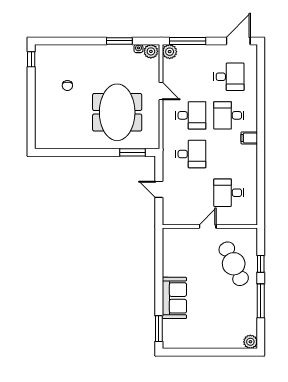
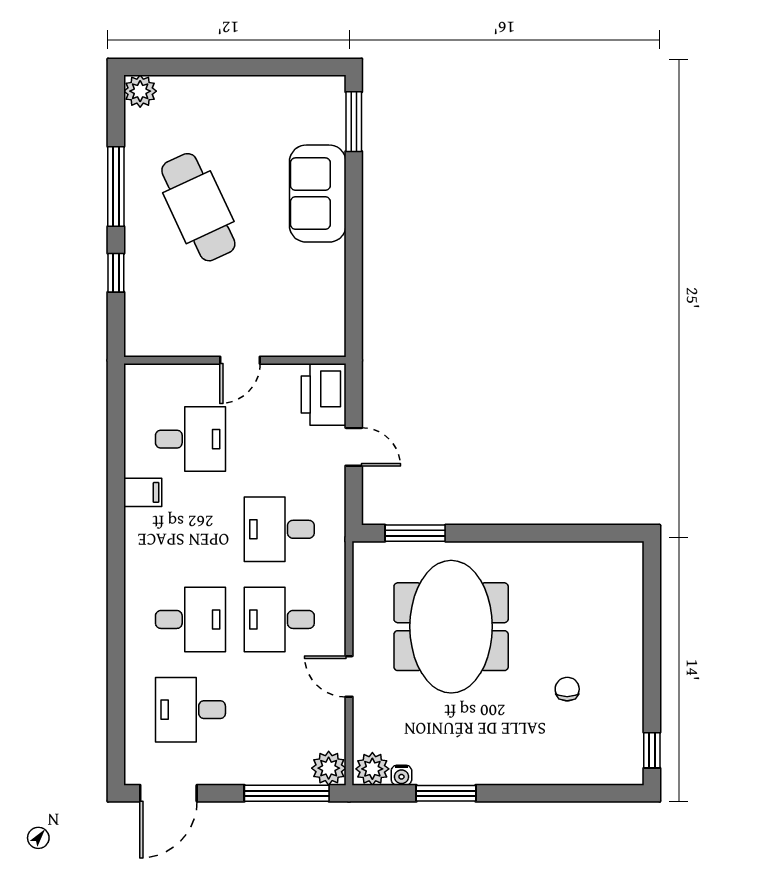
filing cabinet: (249, 138) -> (143, 492), moved
printer: (172, 212) -> (324, 394), added
cafe table: (234, 264) -> (198, 207), moved

